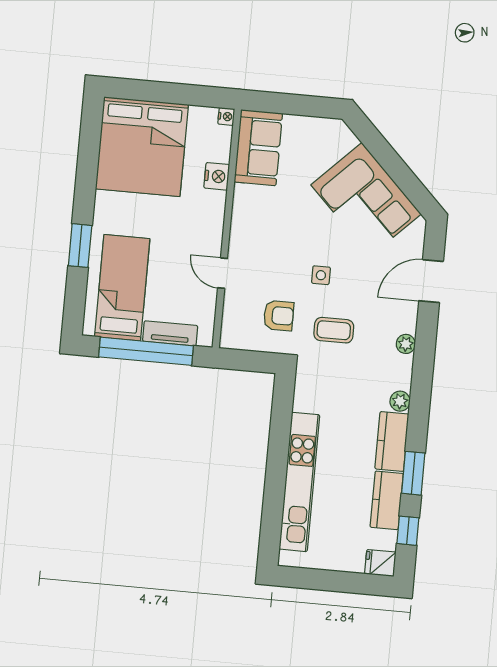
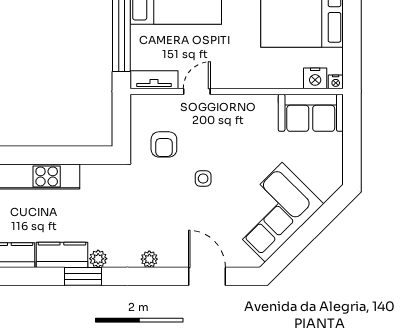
nightstand: (217, 176) -> (315, 78), moved
coffee table: (334, 330) -> (156, 194), removed
tv unit: (170, 333) -> (154, 80), moved, turned -90
window: (413, 473) -> (83, 276), moved

